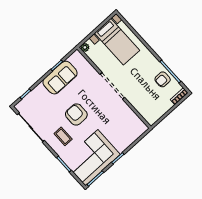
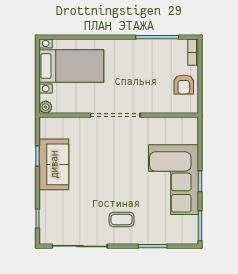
armchair: (163, 79) -> (184, 84), moved
armchair: (76, 114) -> (111, 183), removed
corner sofa: (92, 158) -> (173, 180), moved

